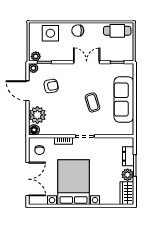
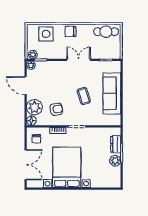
armchair: (51, 86) -> (56, 109), moved
wardrobe: (127, 193) -> (115, 177), removed

